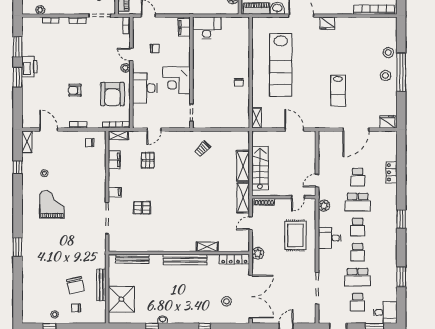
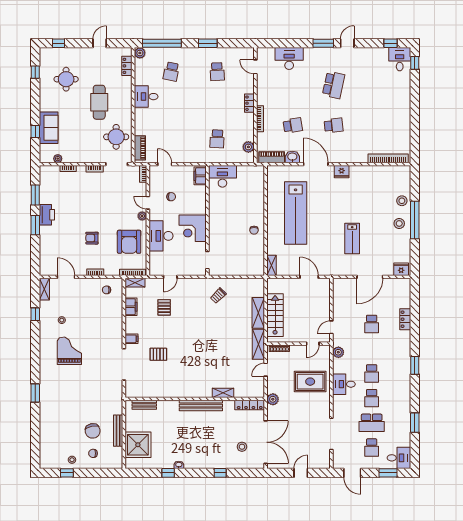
school desk: (358, 202) -> (372, 349), removed
rug: (295, 235) -> (310, 382), turned 90
bench: (132, 259) -> (144, 405), width x0.73

